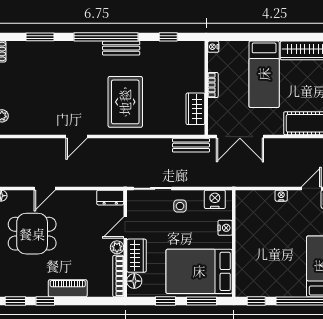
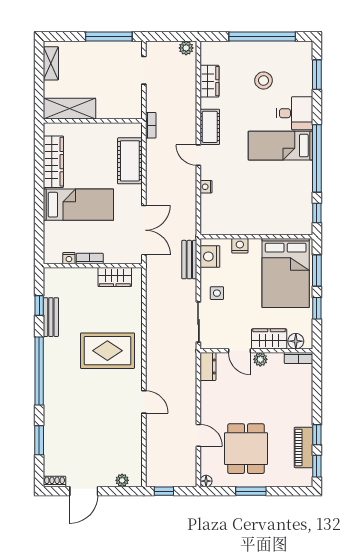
nightstand: (213, 47) -> (69, 258), moved
bench: (121, 48) -> (51, 317), moved
bench: (191, 145) -> (189, 260), moved
bookcase: (118, 276) -> (298, 358), width x0.64
piano: (68, 288) -> (303, 447), moved

